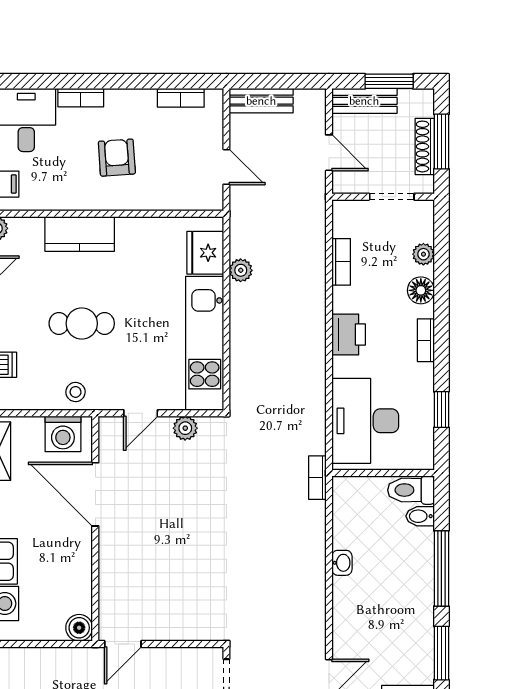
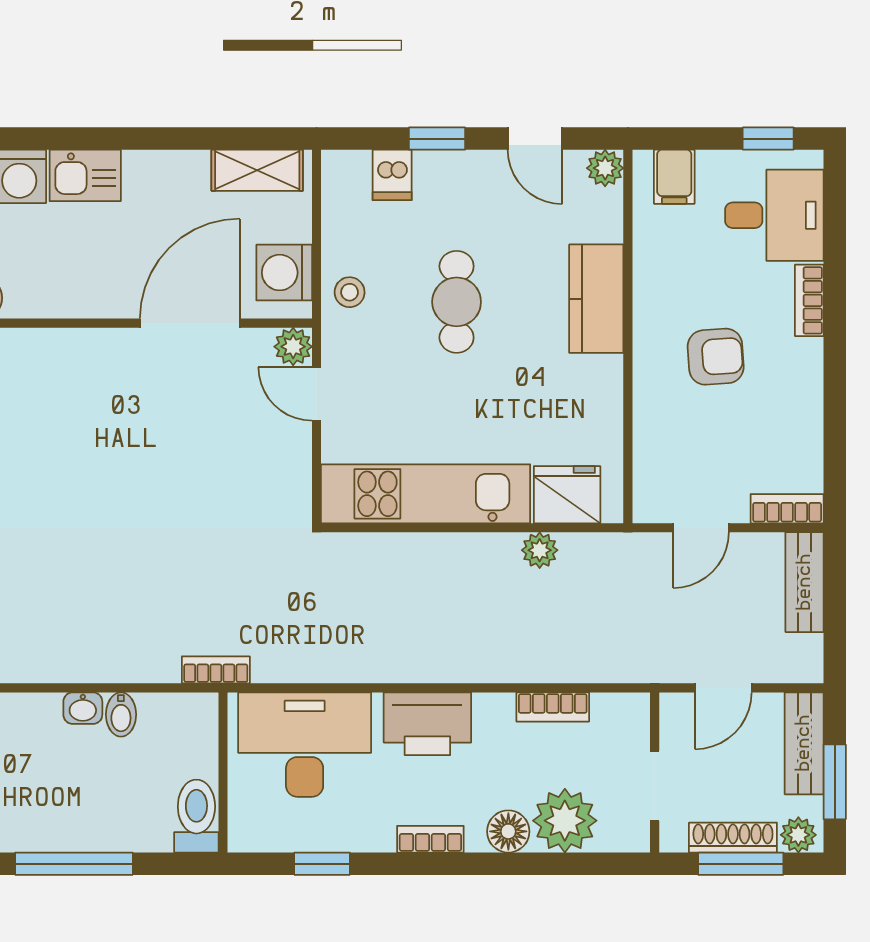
bookcase: (181, 98) -> (787, 509), moved, turned 90
plant: (423, 105) -> (798, 835), added
plant: (423, 254) -> (565, 821), width x1.87, depth x1.87
printer: (349, 335) -> (427, 724), width x1.37, depth x1.19
plant: (185, 428) -> (293, 347), moved
bidet: (420, 516) -> (121, 714), moved, turned 180

